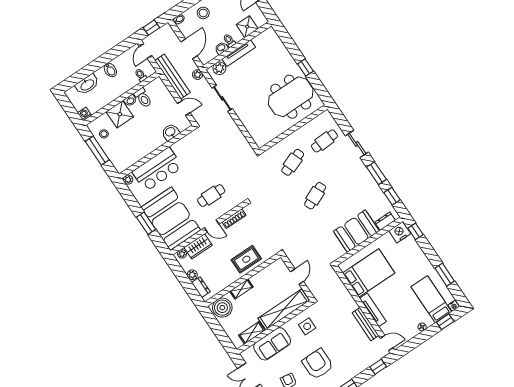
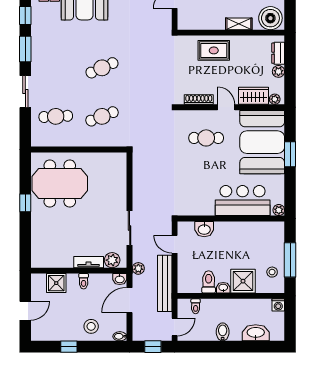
washbasin: (221, 48) -> (120, 279), moved
tv unit: (239, 53) -> (89, 262), width x0.71

